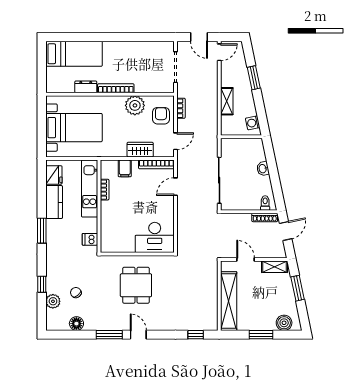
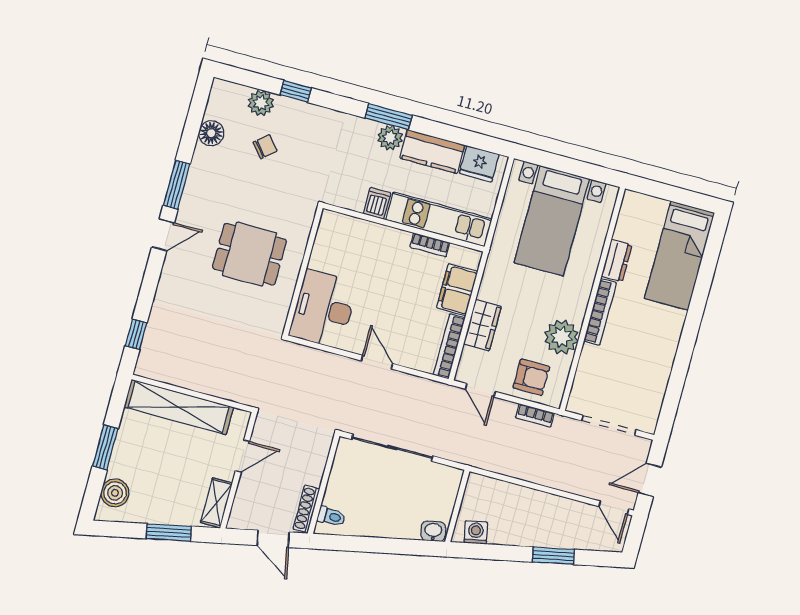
shelving: (227, 101) -> (526, 498), removed
filing cabinet: (125, 168) -> (457, 290), width x2.00
washbasin: (263, 169) -> (433, 531), moved
door: (175, 187) -> (377, 362), moved
plant: (53, 227) -> (390, 138), added
dishwasher: (90, 239) -> (377, 203), moved

